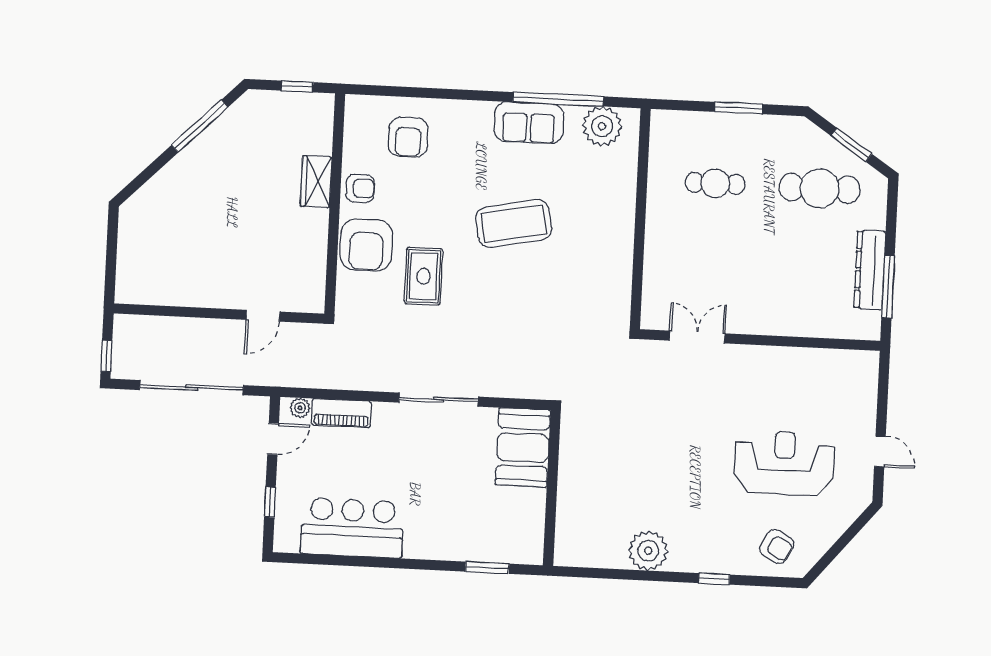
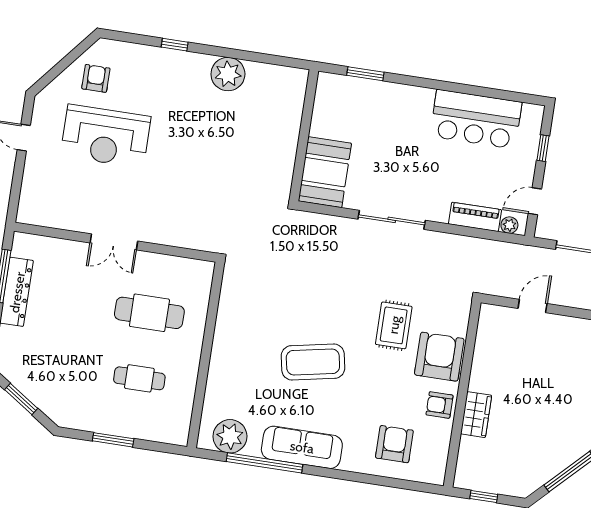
sofa: (529, 123) -> (302, 447), width x1.36
cafe table: (820, 188) -> (149, 313), moved
double door: (697, 337) -> (114, 242), moved
armchair: (777, 547) -> (96, 78), moved, turned 61

